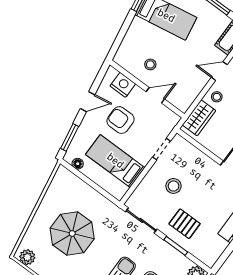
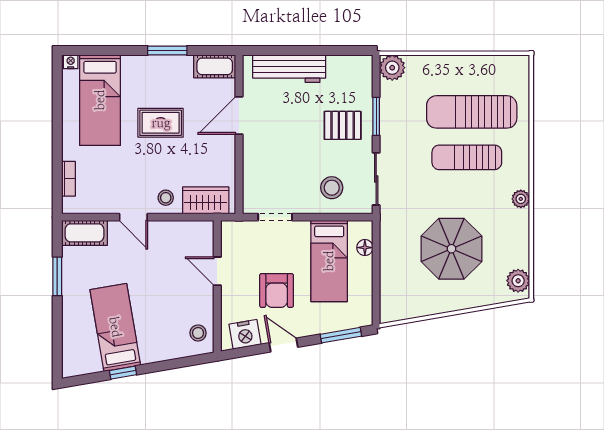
stool: (150, 64) -> (198, 333), moved
nightstand: (123, 85) -> (245, 334), moved, turned -100
floor lamp: (78, 164) -> (365, 248), moved
stool: (174, 186) -> (332, 188), moved
pallet: (185, 224) -> (343, 125), turned 90

